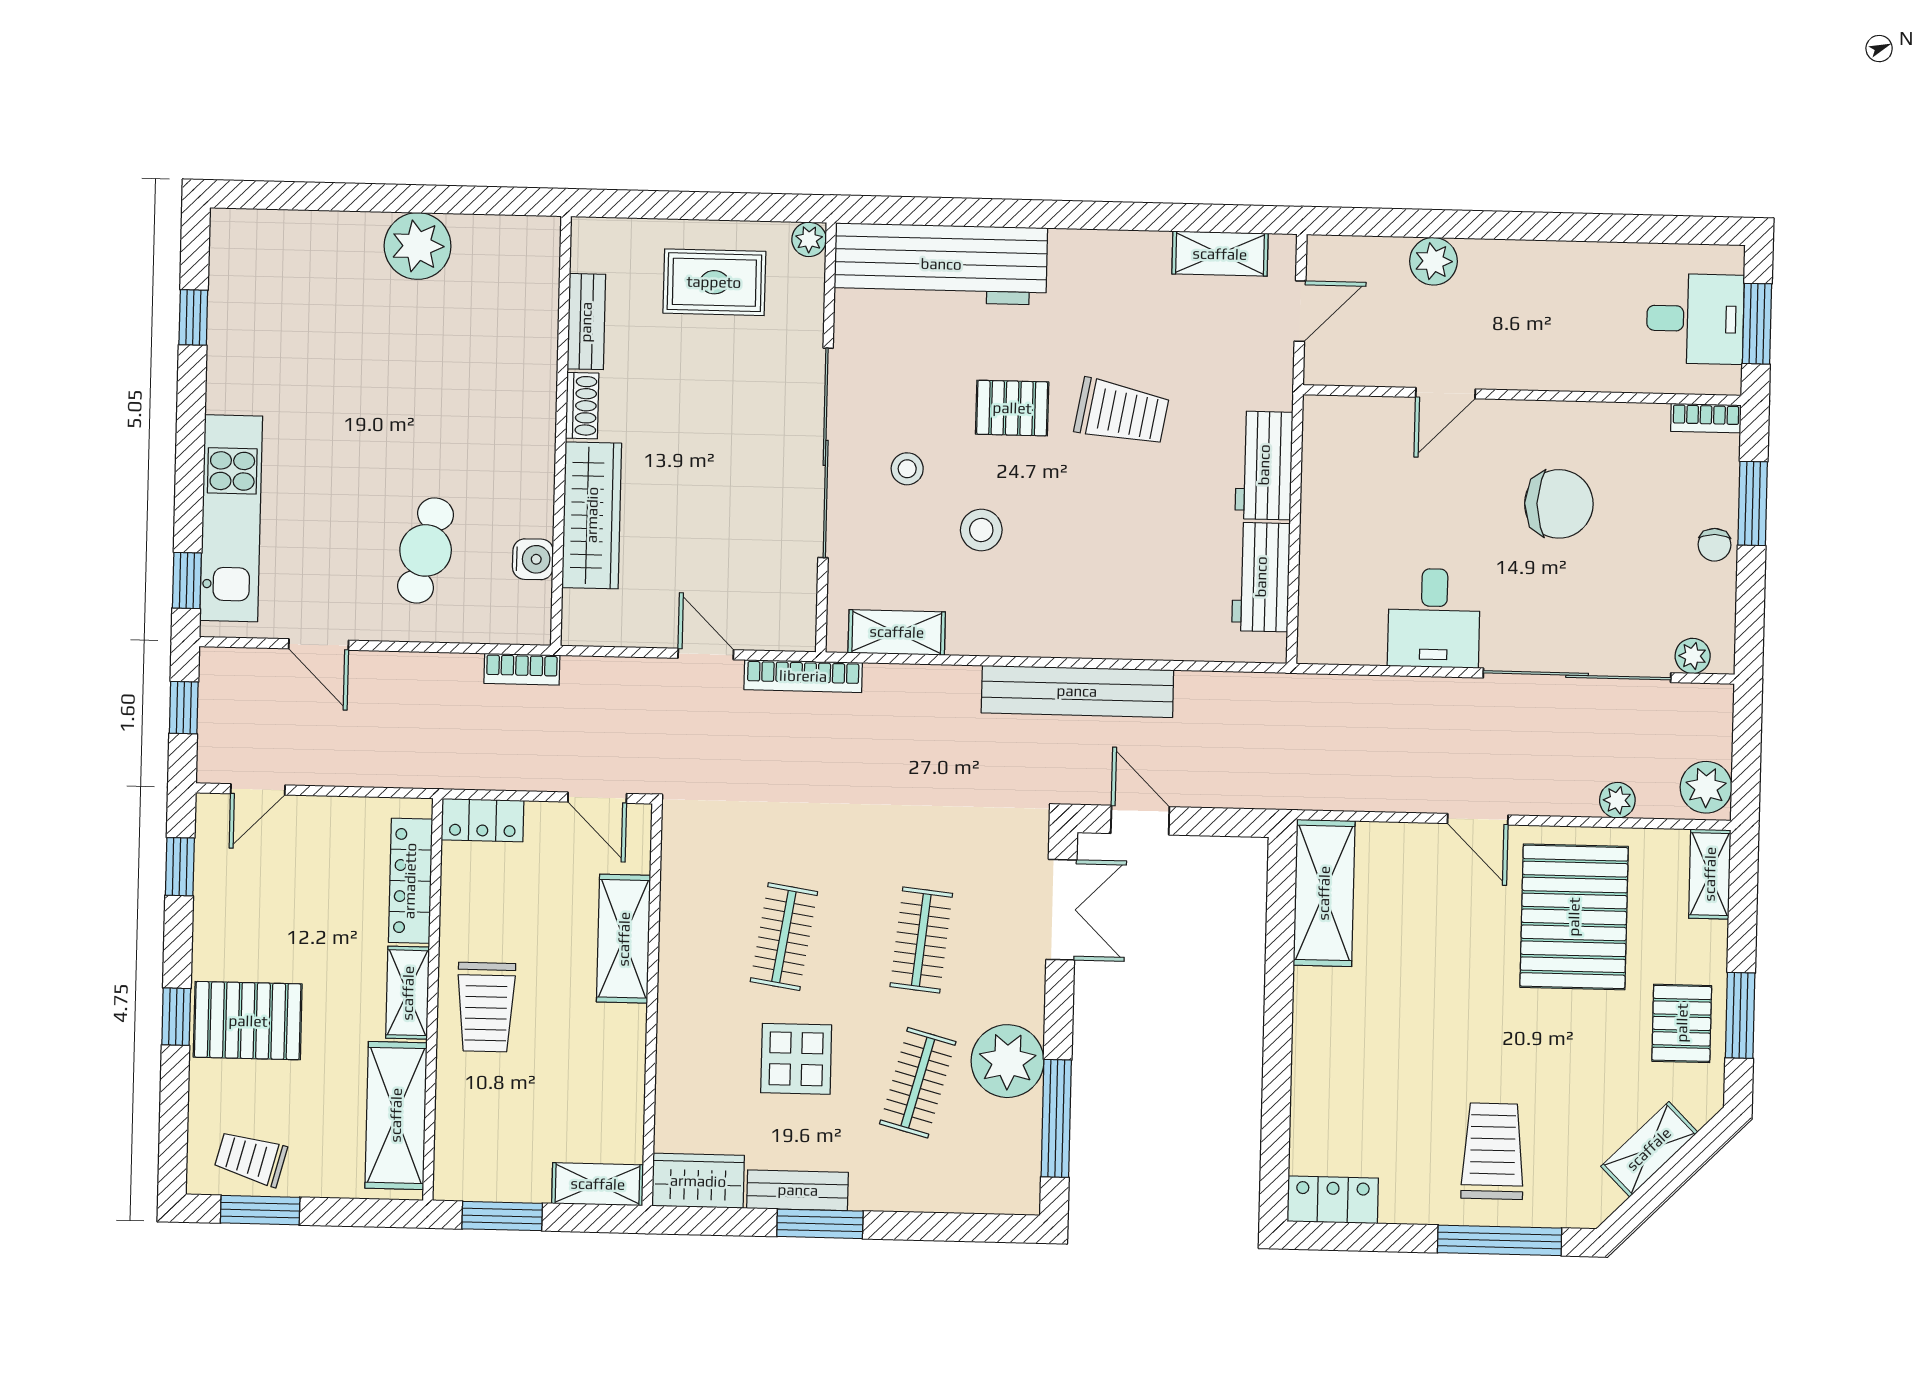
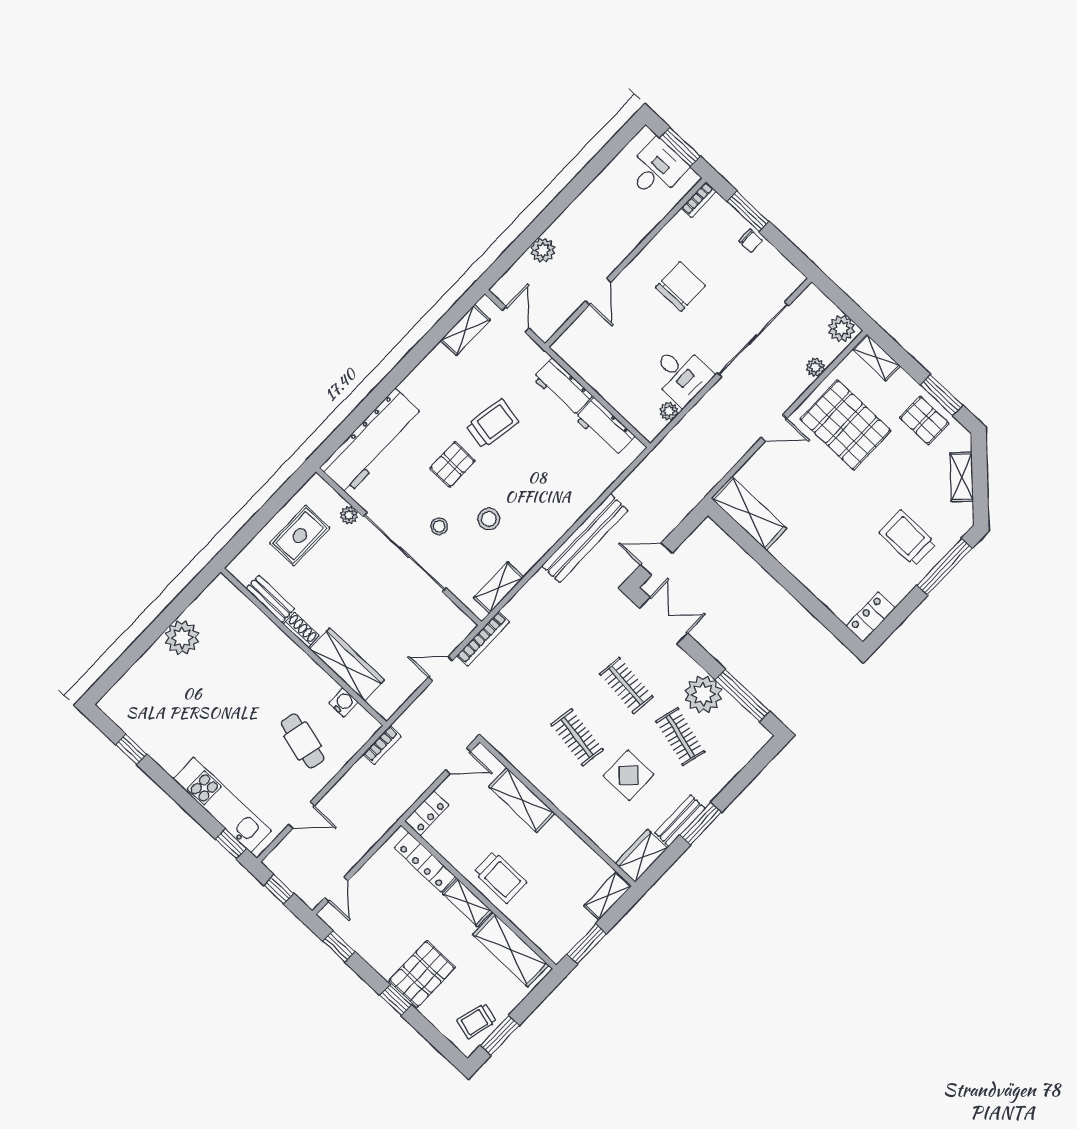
plant: (809, 239) -> (349, 515), moved
plant: (1693, 656) -> (669, 411), moved

